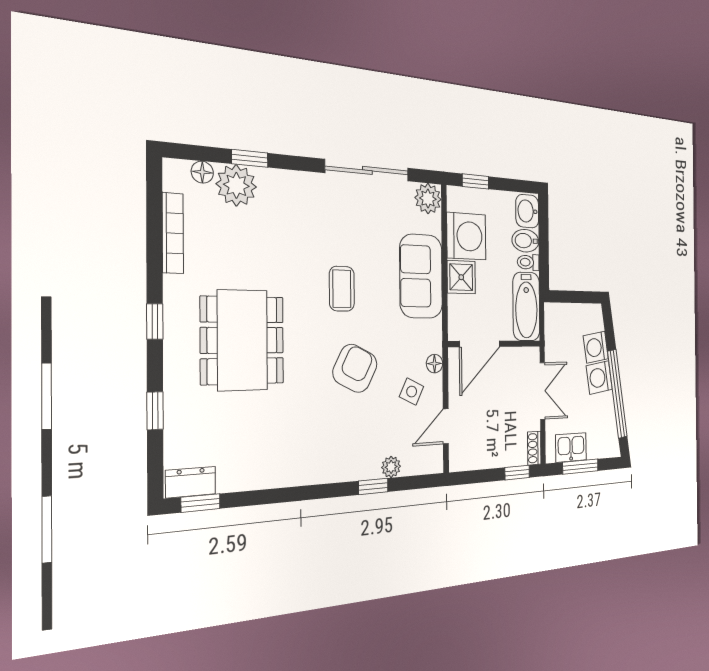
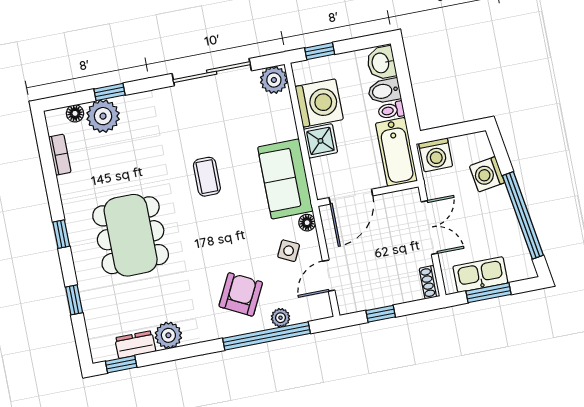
bookcase: (173, 233) -> (60, 155), width x0.64
sofa: (421, 276) -> (285, 179), moved
armchair: (355, 368) -> (241, 294), moved
washing machine: (599, 378) -> (436, 155), moved, turned -81
kitchen sink: (571, 447) -> (480, 275), width x1.38
plant: (265, 472) -> (168, 335), added
window: (517, 473) -> (381, 314), moved
dresser: (191, 482) -> (135, 345), moved
window: (373, 486) -> (266, 336), width x3.17

